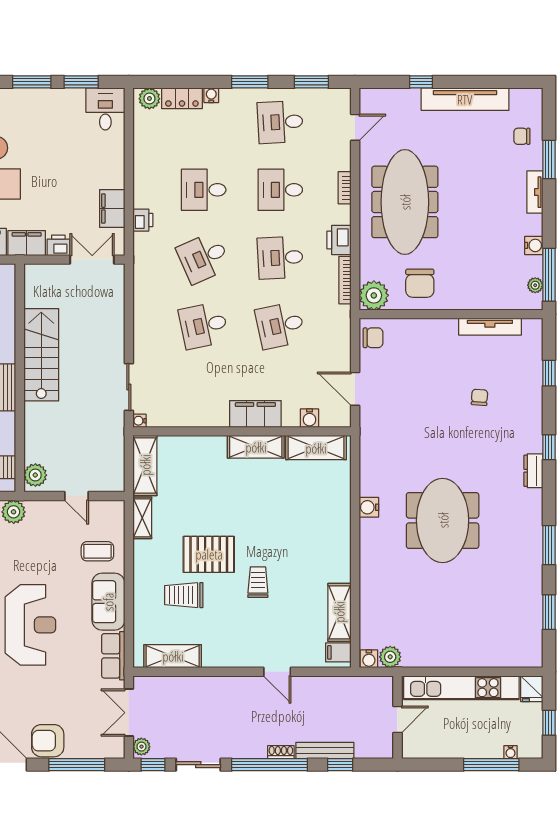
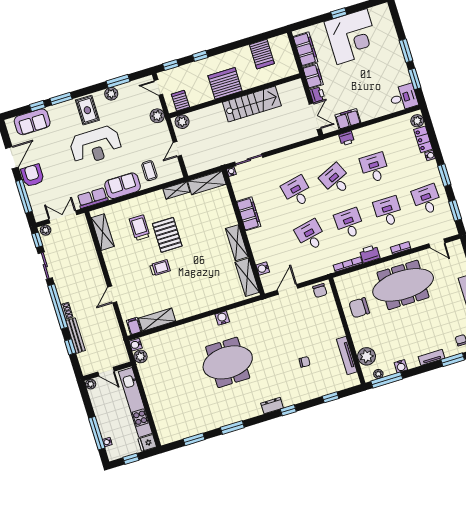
plant: (374, 295) -> (367, 356), moved
filing cabinet: (255, 414) -> (249, 214), moved
plant: (410, 750) -> (91, 384), added

